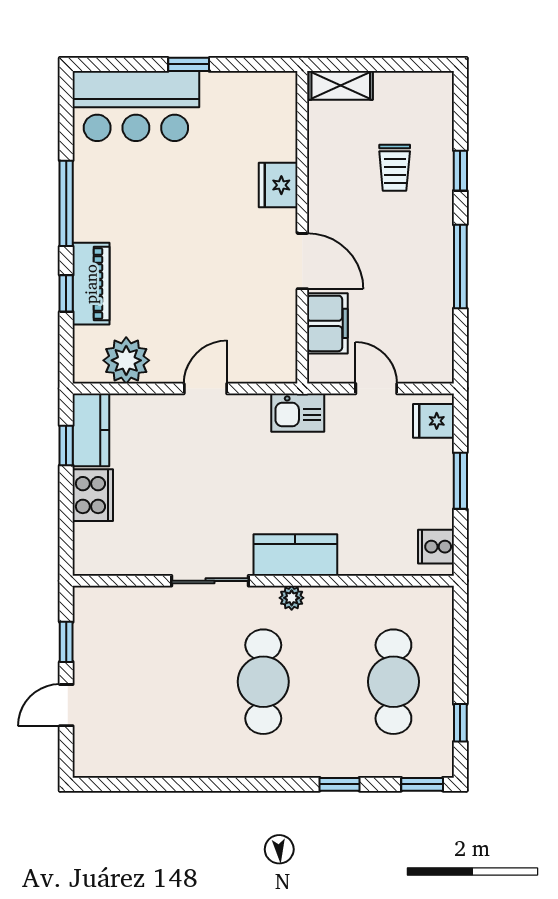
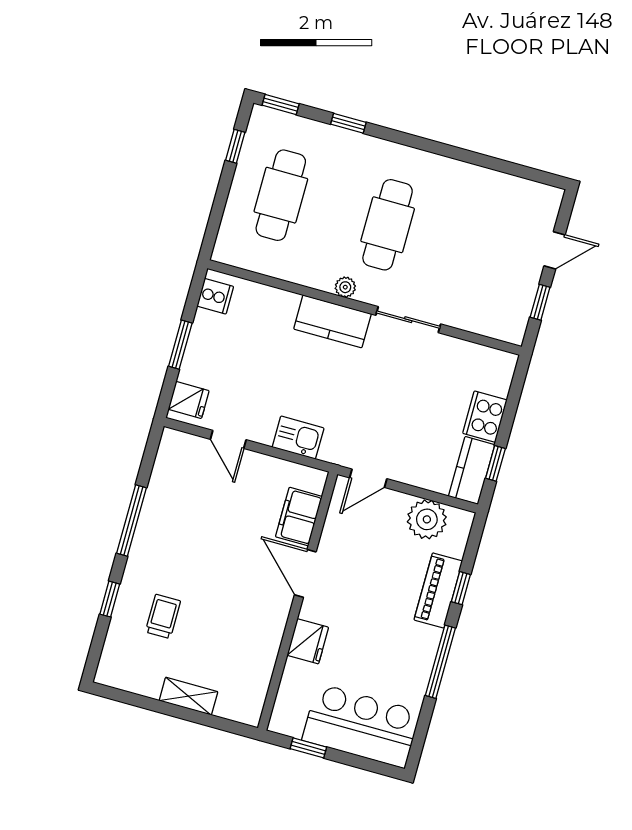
fridge: (278, 185) -> (308, 641), moved
wall: (302, 227) -> (298, 601), moved
door: (302, 261) -> (305, 573), moved
filing cabinet: (327, 323) -> (299, 517), moved

